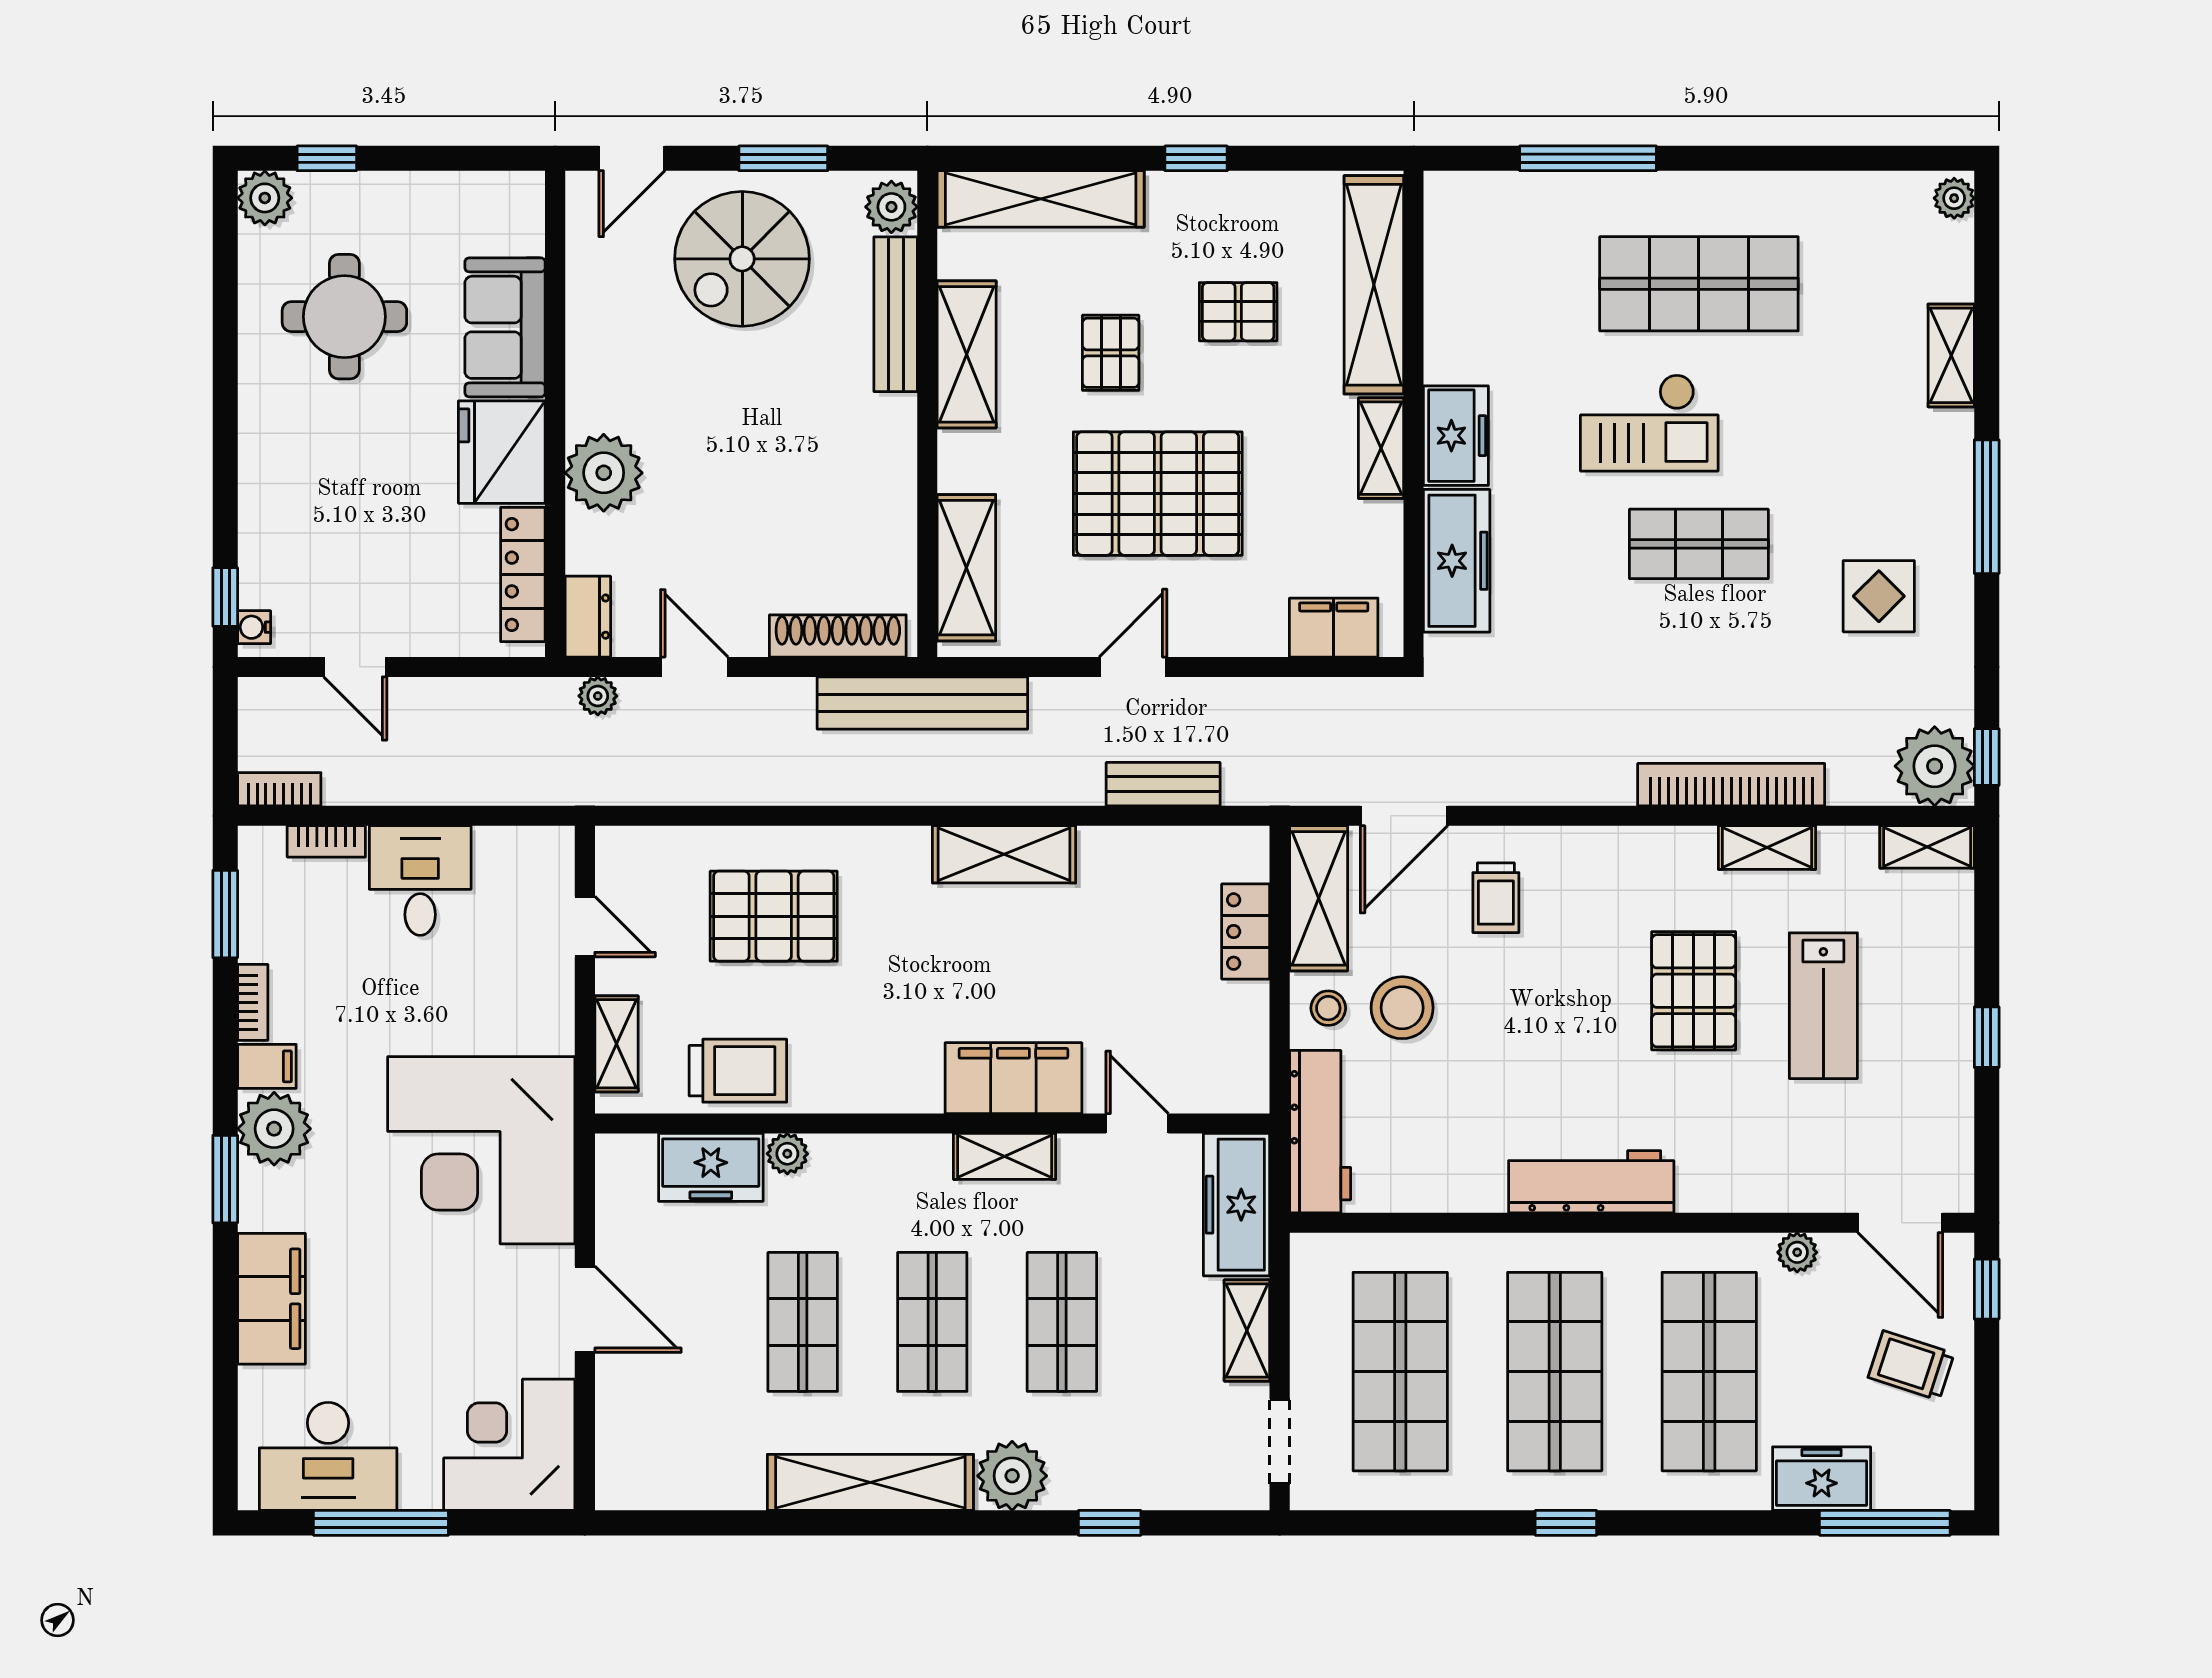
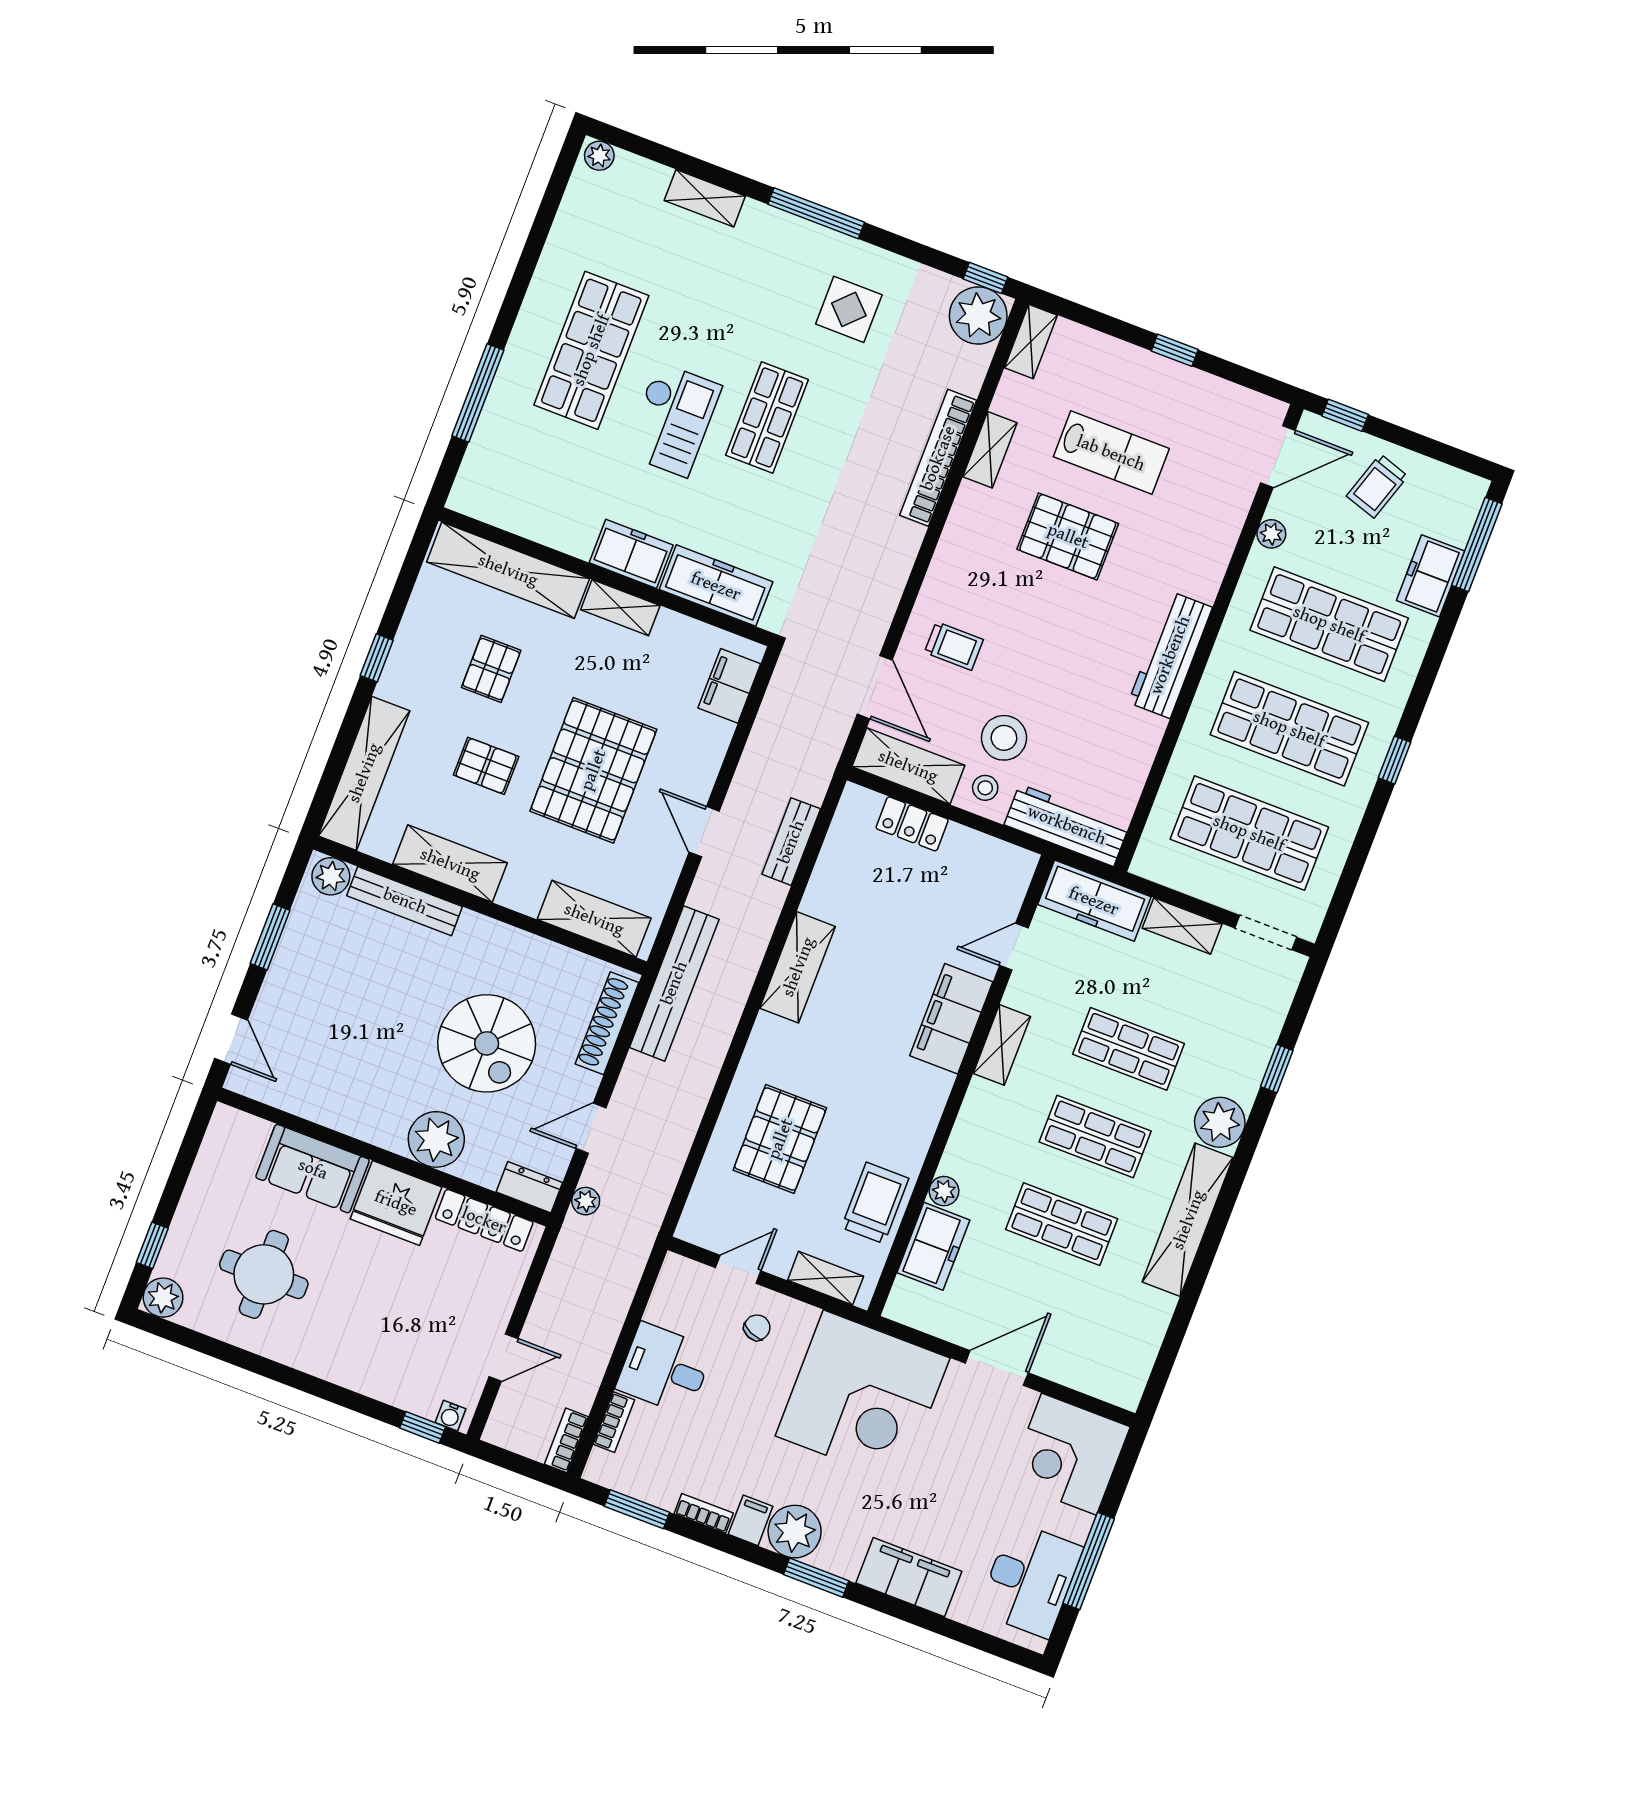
spiral stairs: (742, 259) -> (487, 1043), moved
chair: (519, 980) -> (757, 1328), added

